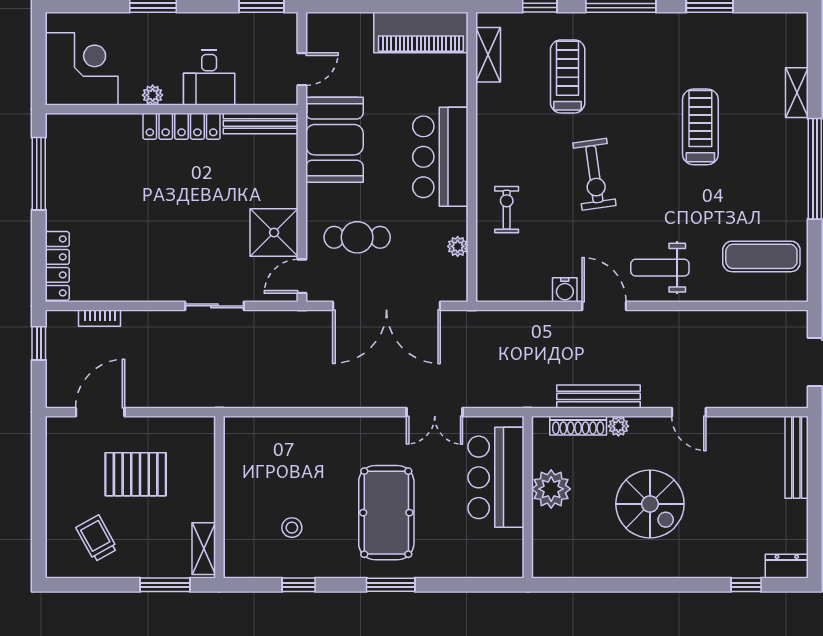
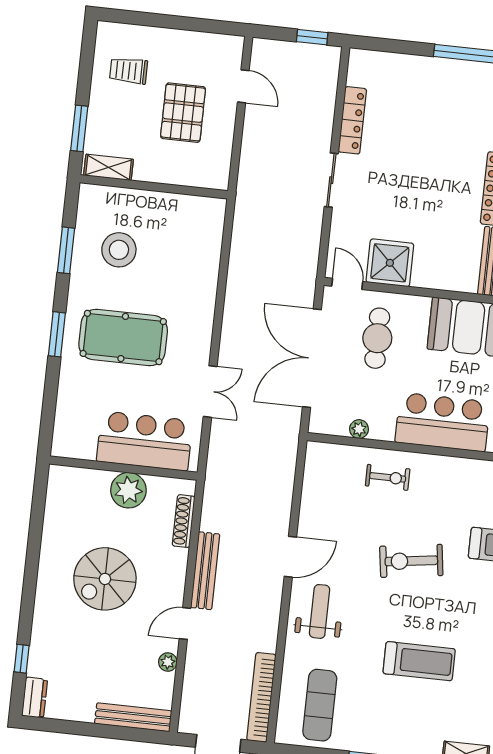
treadmill: (700, 127) -> (419, 661), moved
locker: (57, 266) -> (352, 120), moved, turned -90
water cooler: (565, 290) -> (309, 523), removed
sliding door: (214, 306) -> (331, 180), moved
bookcase: (100, 318) -> (261, 697), moved, width x2.31, depth x1.31
bench: (598, 396) -> (205, 571), moved
door: (100, 412) -> (243, 86), width x0.73
double door: (435, 412) -> (210, 392), swing flipped
plant: (618, 426) -> (168, 662), moved
stool: (292, 528) -> (119, 250), width x1.89, depth x1.89
trolley: (97, 538) -> (128, 71), turned -151
window: (299, 585) -> (66, 250), width x1.50

